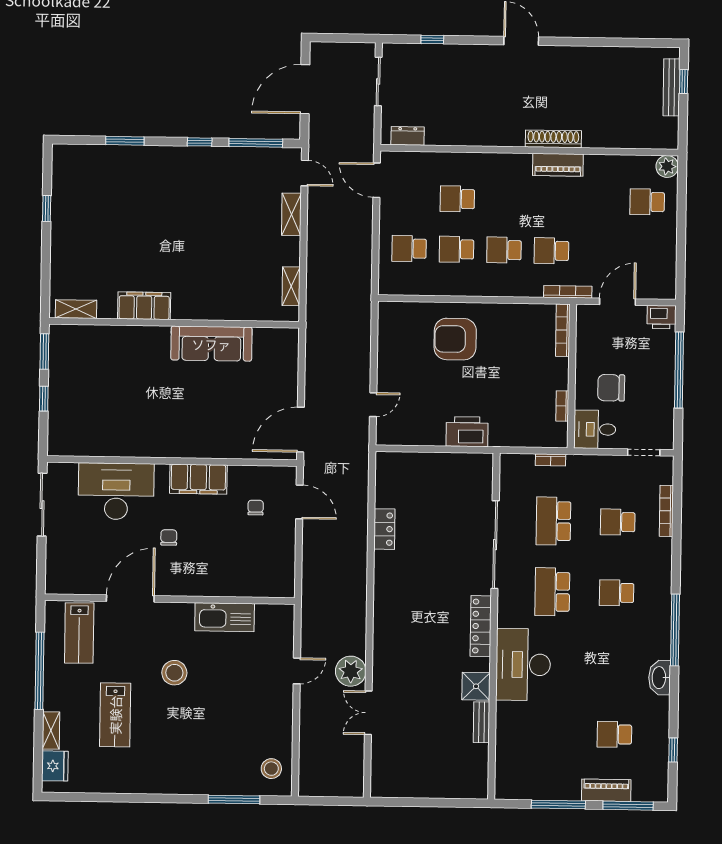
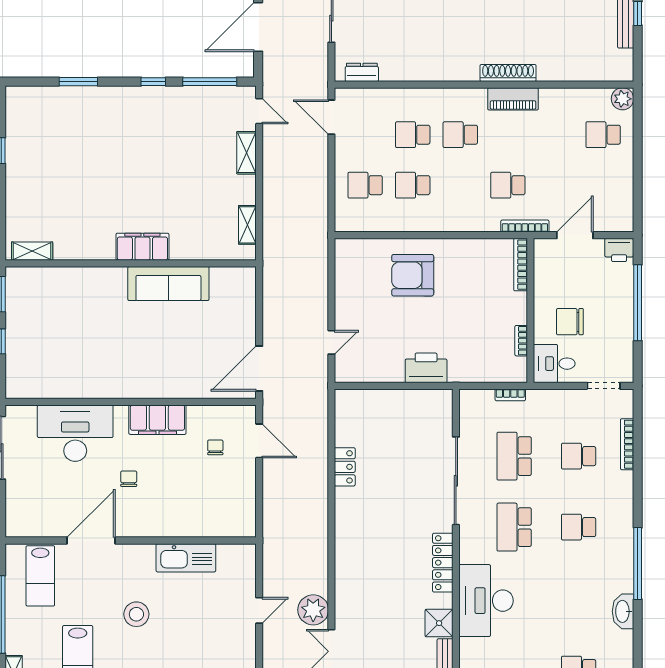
school desk: (504, 250) -> (460, 135), moved
filing cabinet: (144, 306) -> (142, 247), moved

